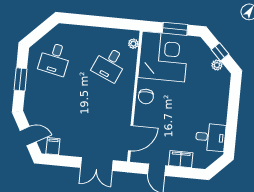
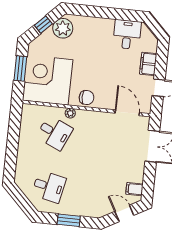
plant: (133, 44) -> (70, 113), moved
plant: (217, 65) -> (63, 28), width x1.87, depth x1.87
door: (28, 136) -> (124, 213), hinge flipped

